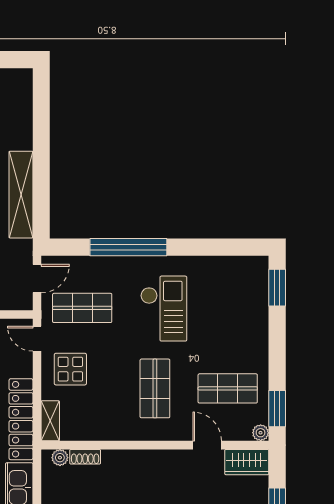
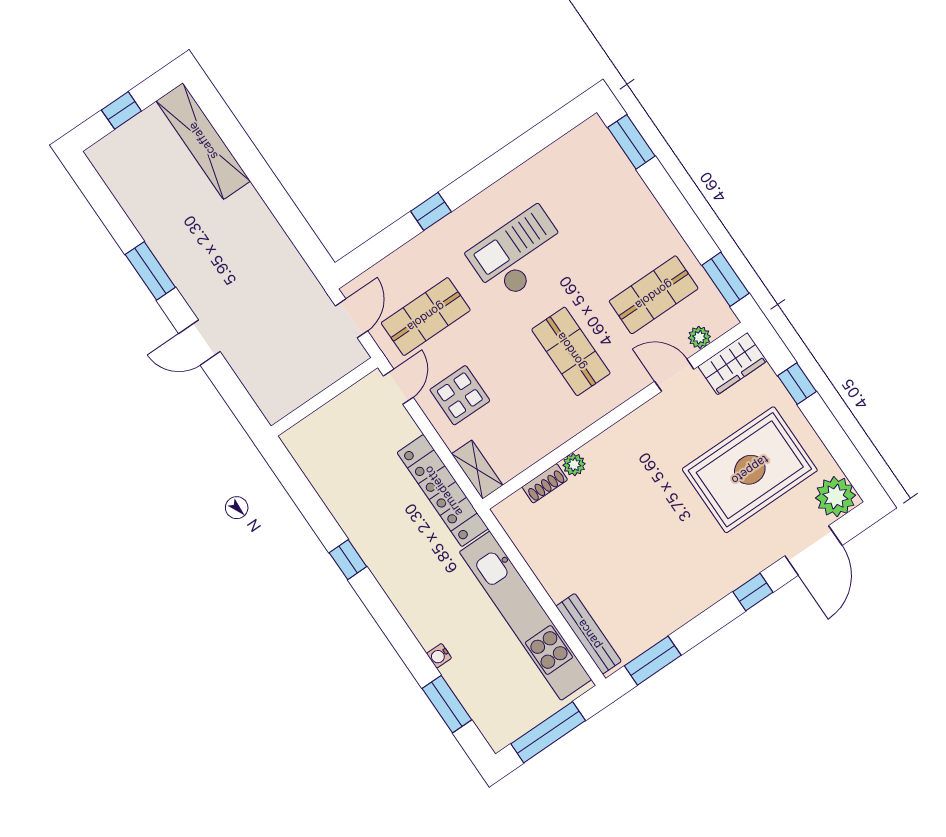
shelving: (21, 195) -> (203, 141), moved
window: (128, 247) -> (431, 211), width x0.32
checkout: (164, 309) -> (519, 254), turned -90
door: (37, 339) -> (398, 387), swing flipped
plant: (261, 433) -> (699, 337), moved
plant: (60, 458) -> (574, 465), moved

